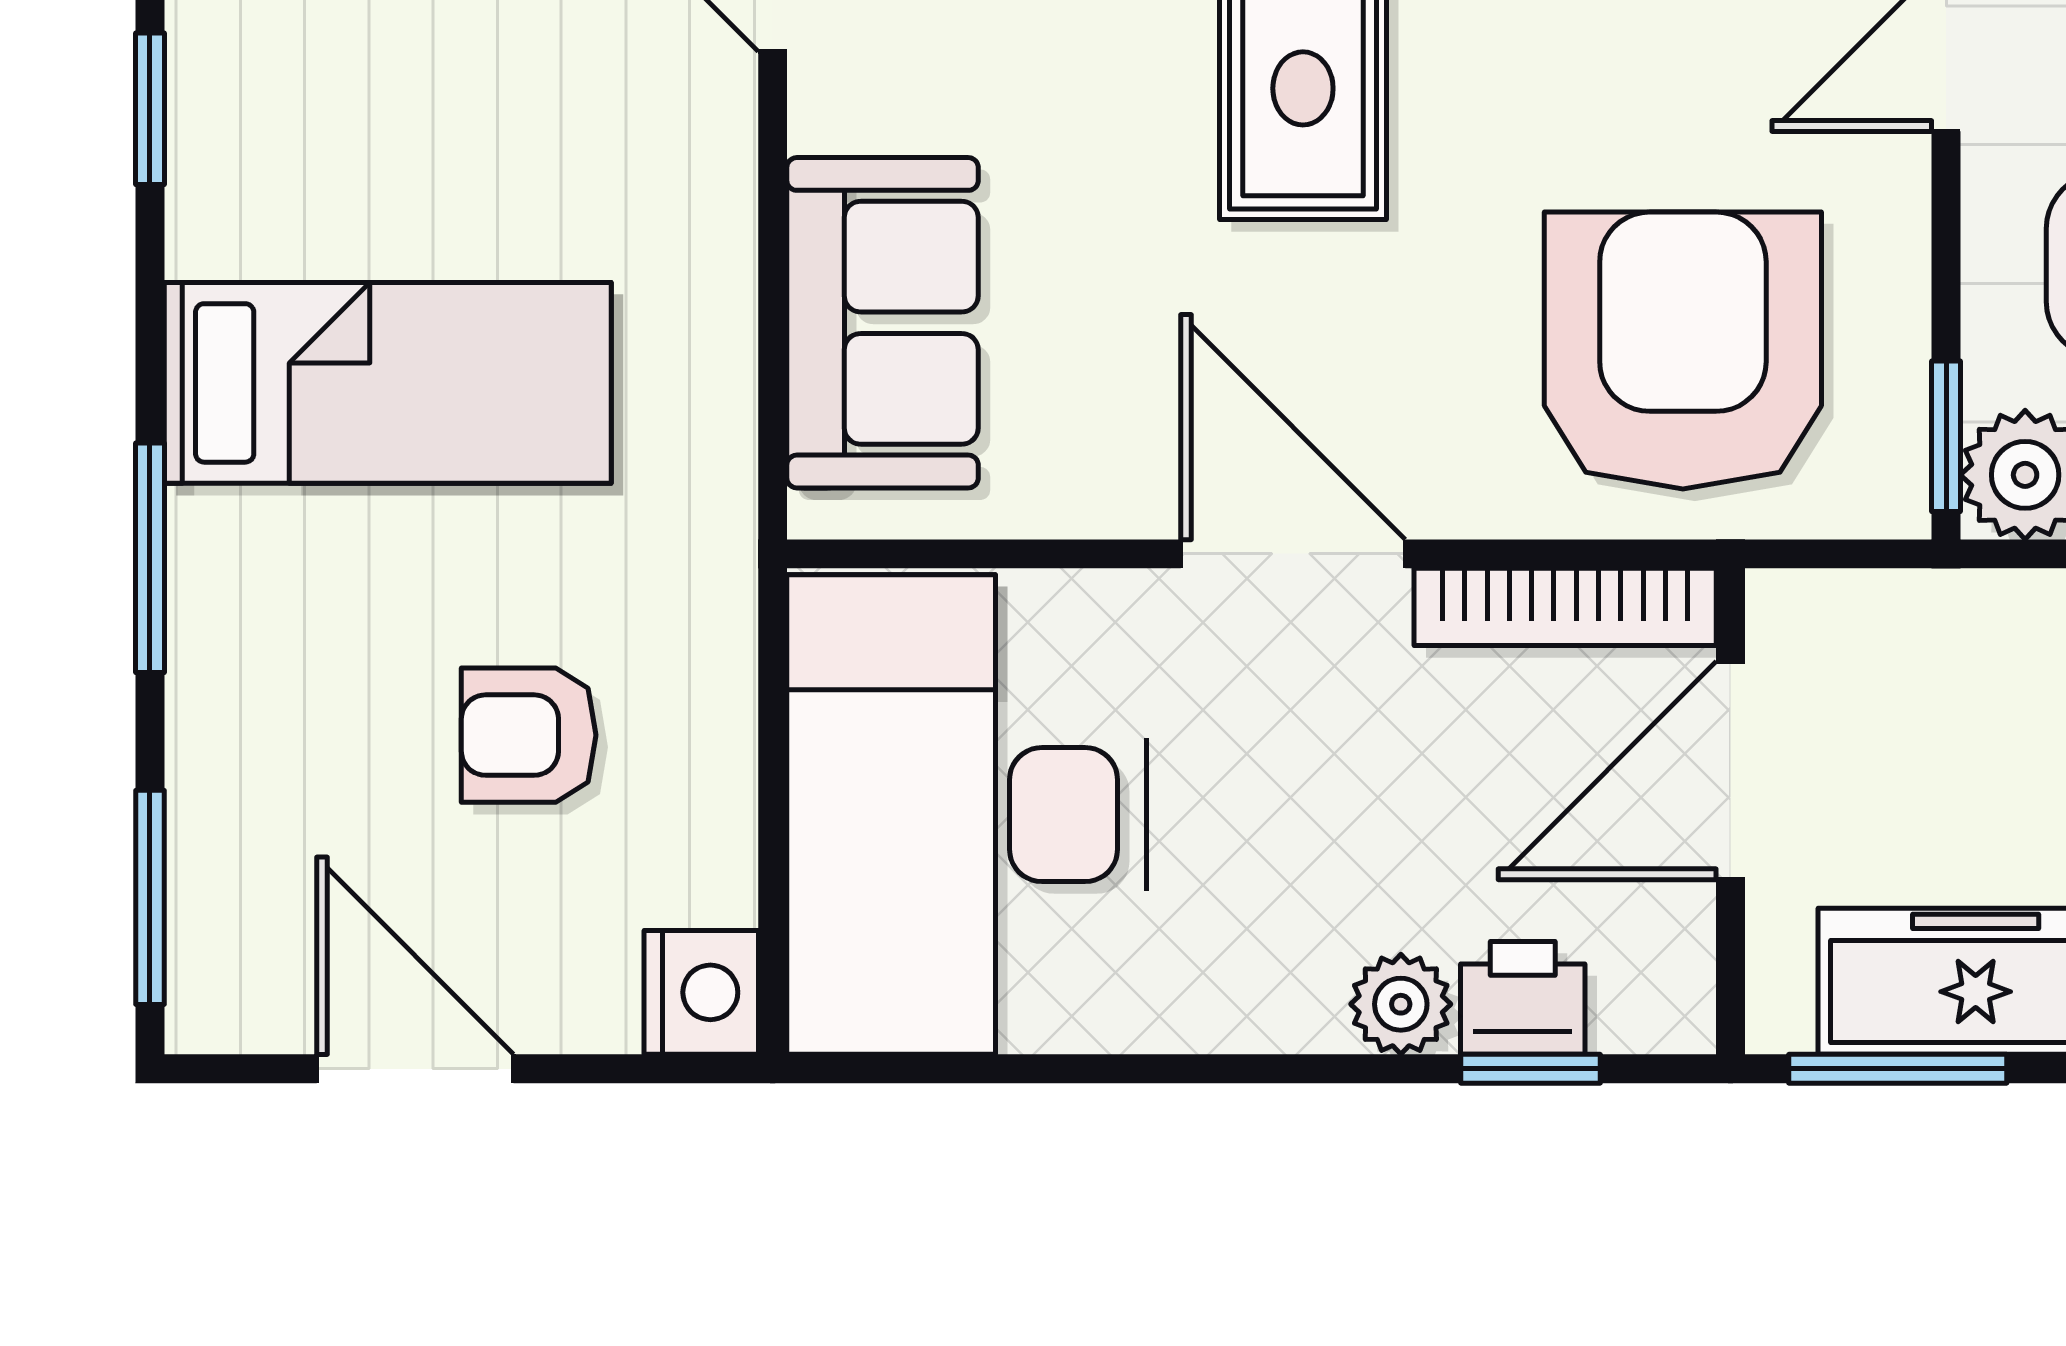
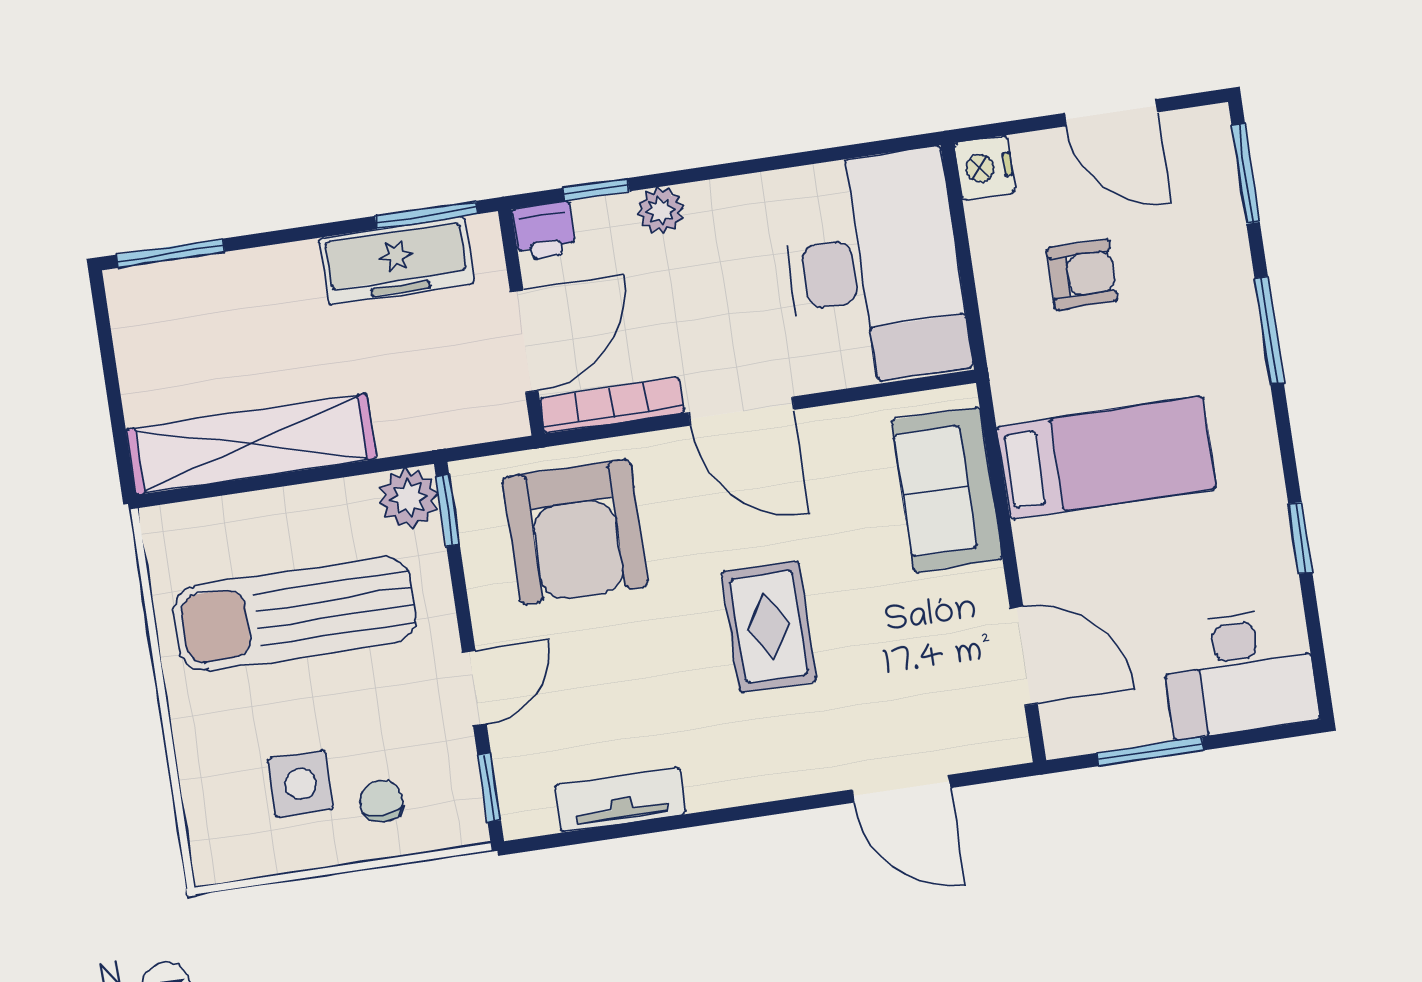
bed: (388, 383) -> (1106, 458), moved, turned 180
printer: (1523, 998) -> (544, 231), moved

